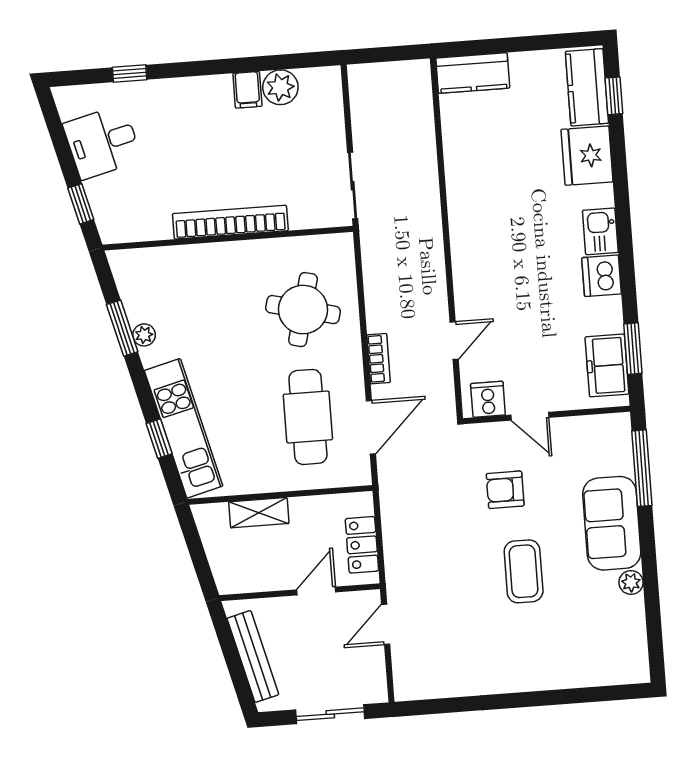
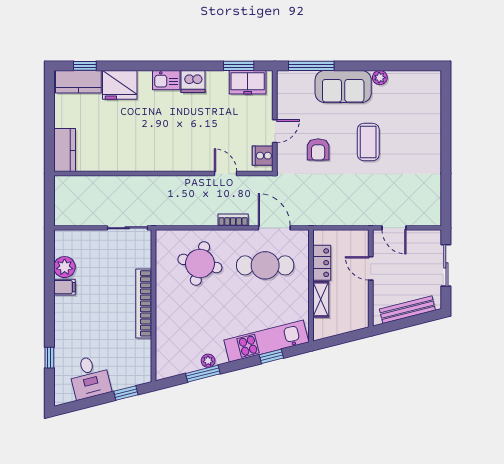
locker: (362, 545) -> (322, 263), moved, turned -90
coffee table: (524, 571) -> (368, 142), turned 90

